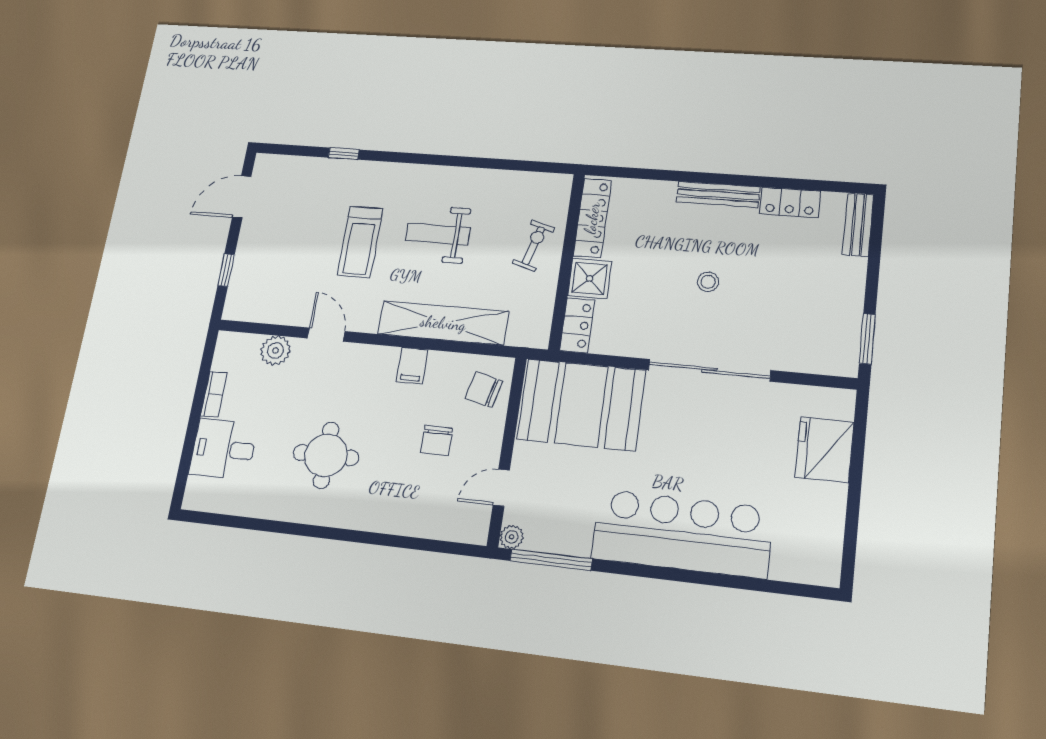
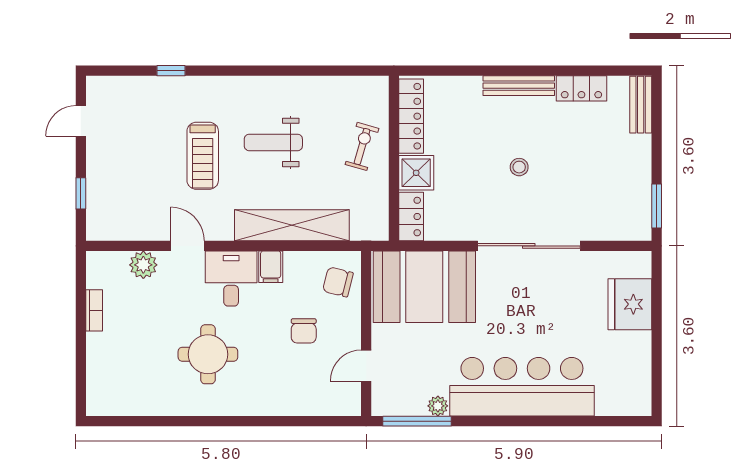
door: (242, 197) -> (81, 121), width x0.73
desk: (223, 449) -> (231, 279), moved, turned 90
plant: (512, 537) -> (438, 406), moved

